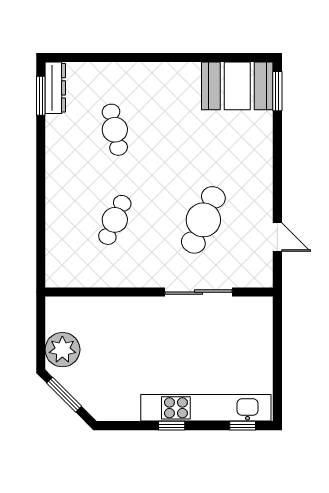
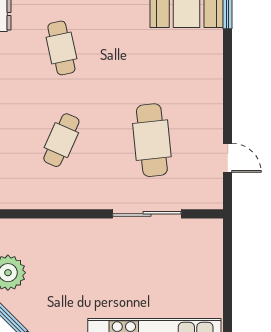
cafe table: (203, 220) -> (152, 140), turned -30

